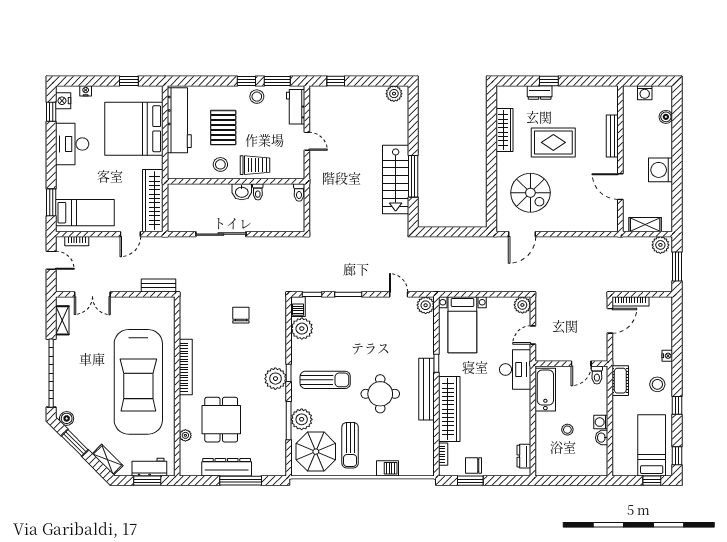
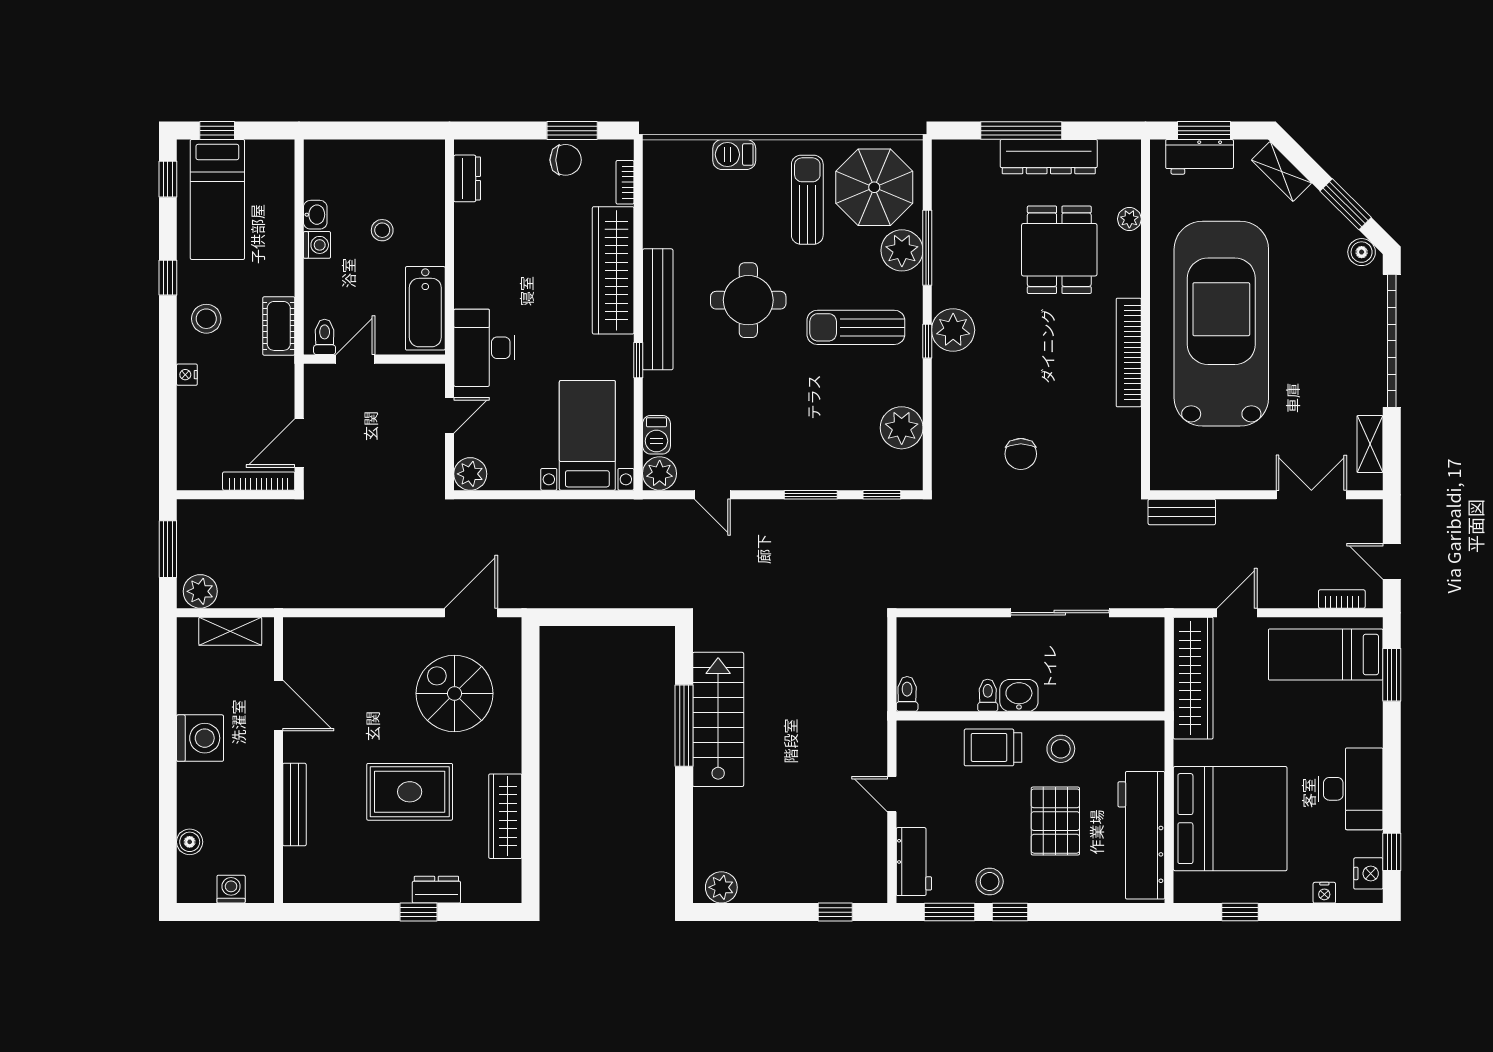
barbecue: (298, 307) -> (656, 435), moved, turned 180

